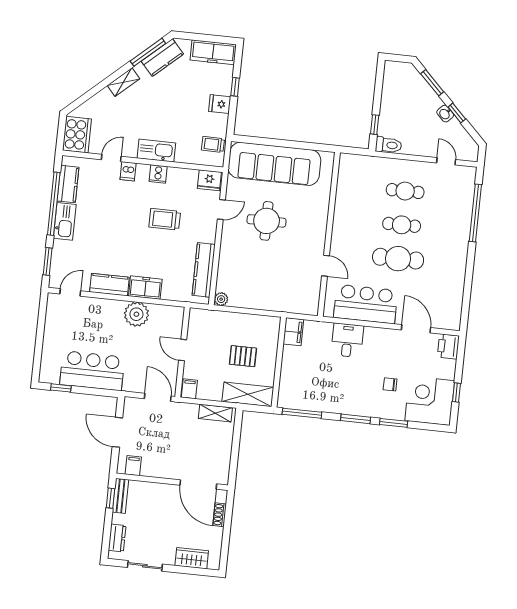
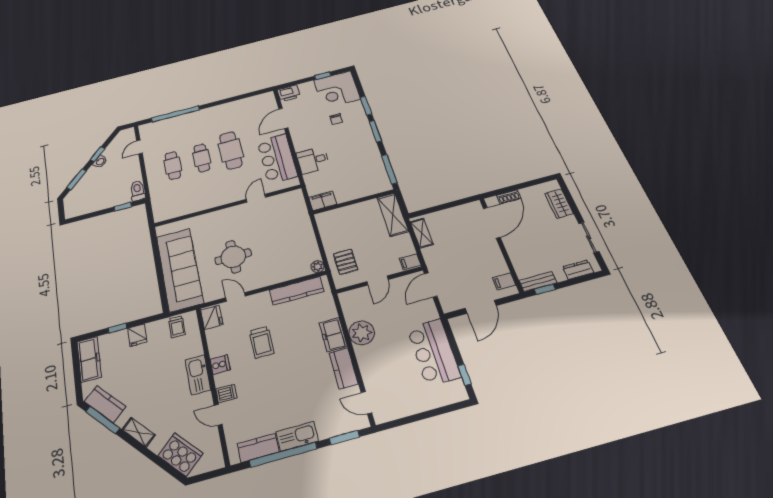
cooker: (77, 135) -> (180, 455), moved, turned 48
pallet: (243, 356) -> (346, 262), moved

